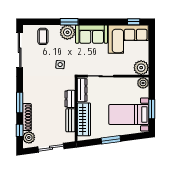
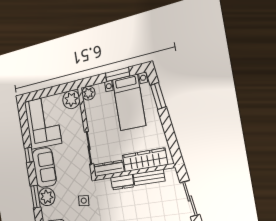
window: (134, 22) -> (29, 155), moved
window: (111, 140) -> (158, 96), moved

